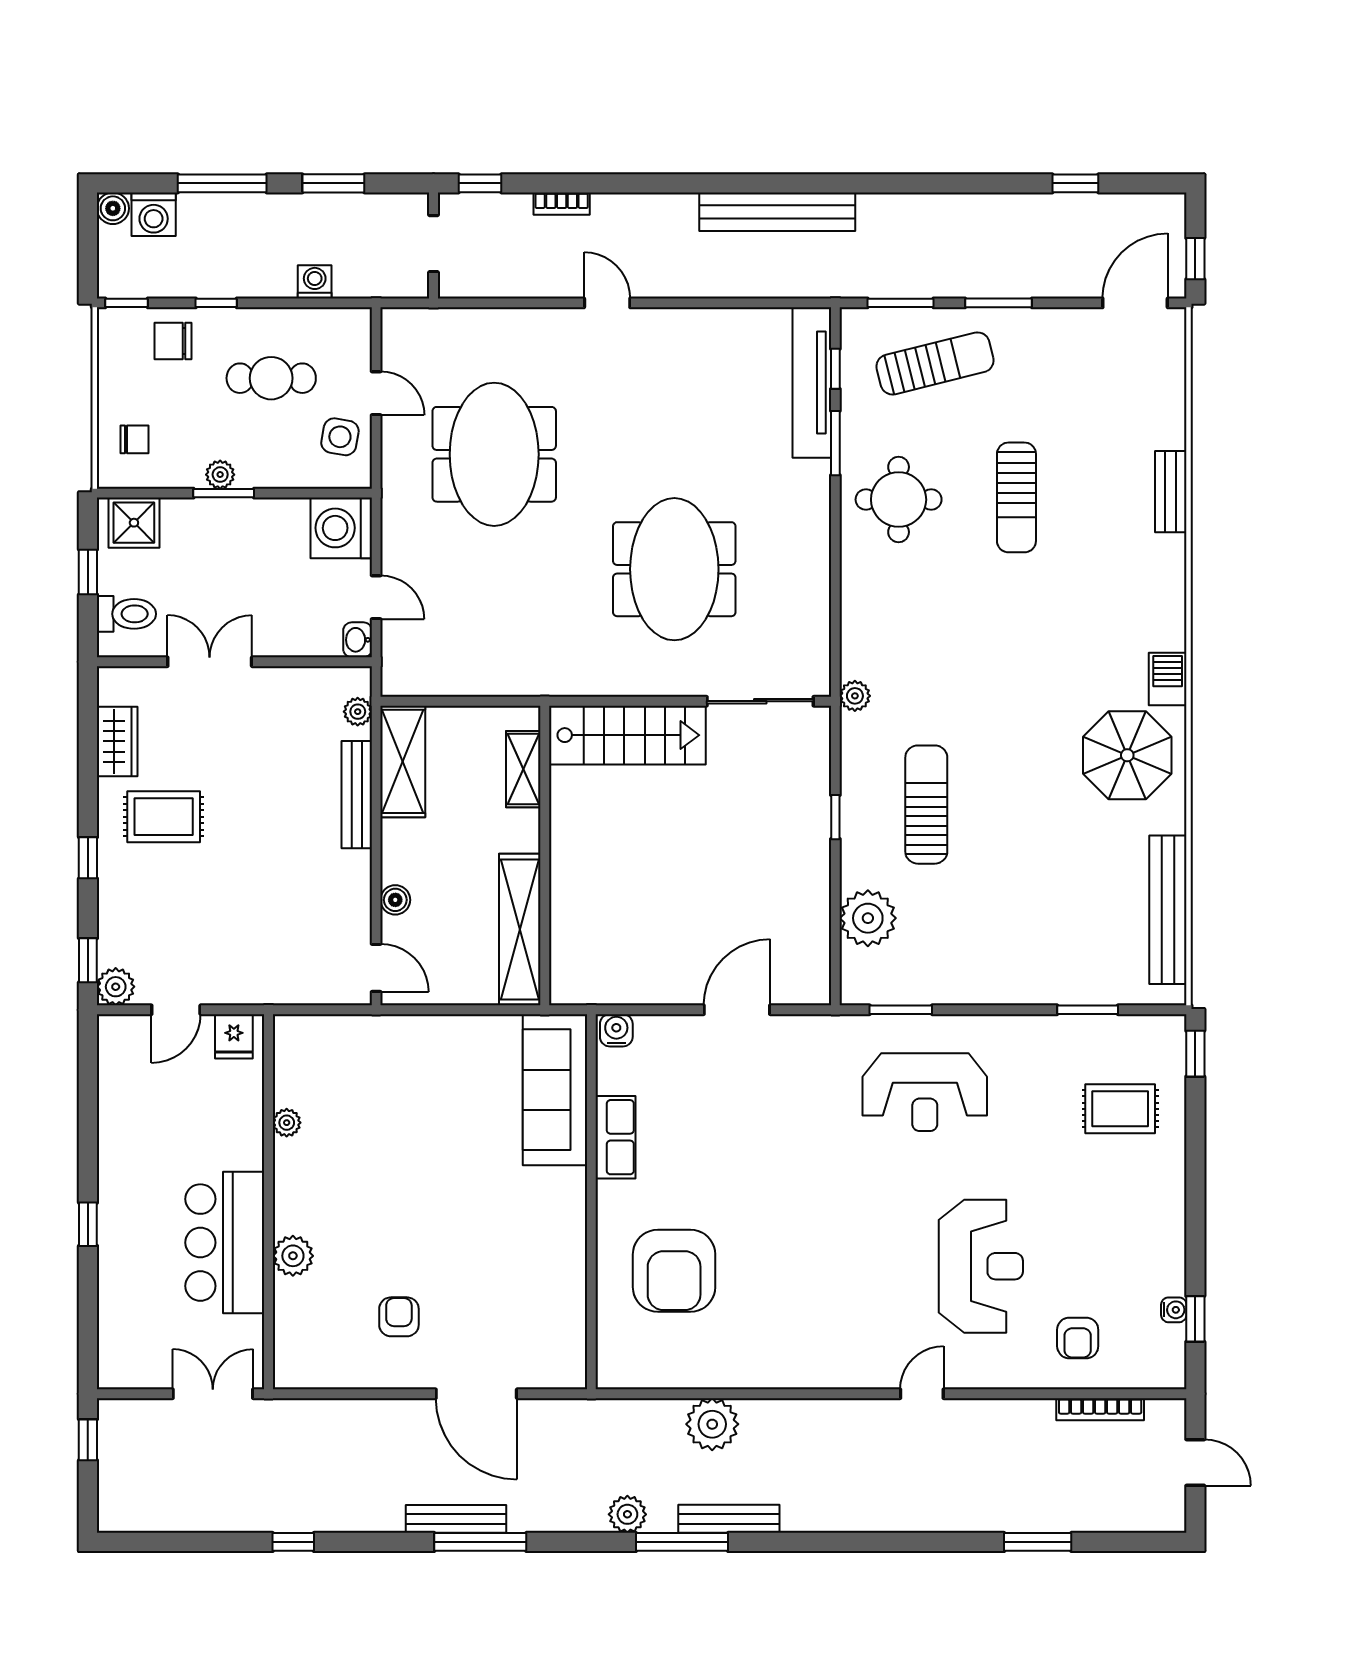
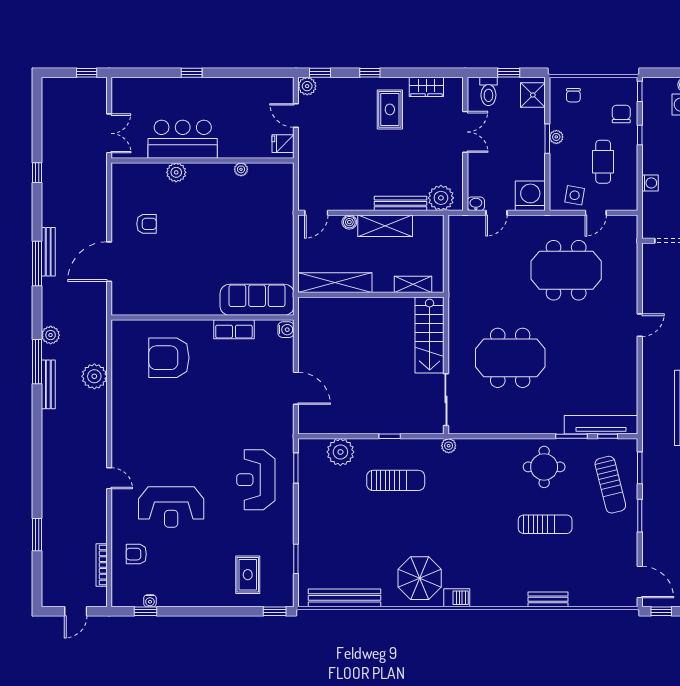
sun lounger: (1016, 497) -> (545, 524), turned 180
plant: (358, 712) -> (441, 198), width x1.88, depth x1.88
shelving: (403, 761) -> (385, 226), moved

